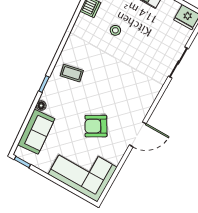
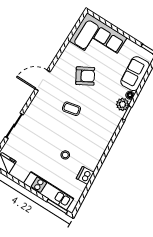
coffee table: (72, 73) -> (71, 109), moved
plant: (50, 94) -> (122, 104), added
door: (138, 134) -> (43, 80), moved

